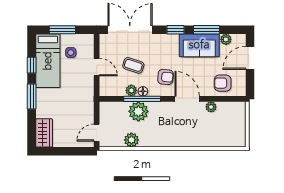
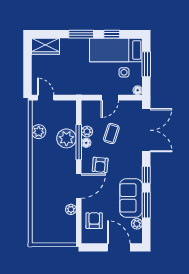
floor lamp: (89, 39) -> (138, 90), added

